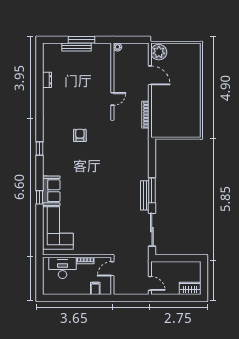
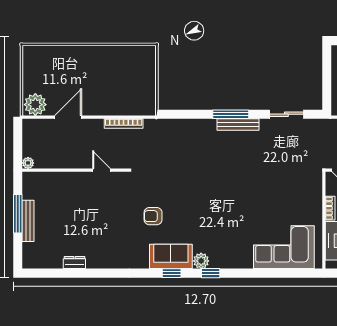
plant: (48, 169) -> (201, 261), added
sofa: (51, 191) -> (171, 256), moved
window: (40, 197) -> (211, 273), moved
sliding door: (152, 230) -> (286, 114), width x0.73

